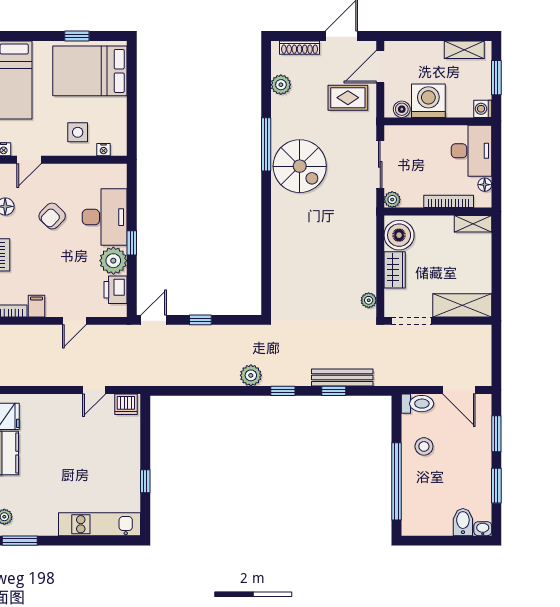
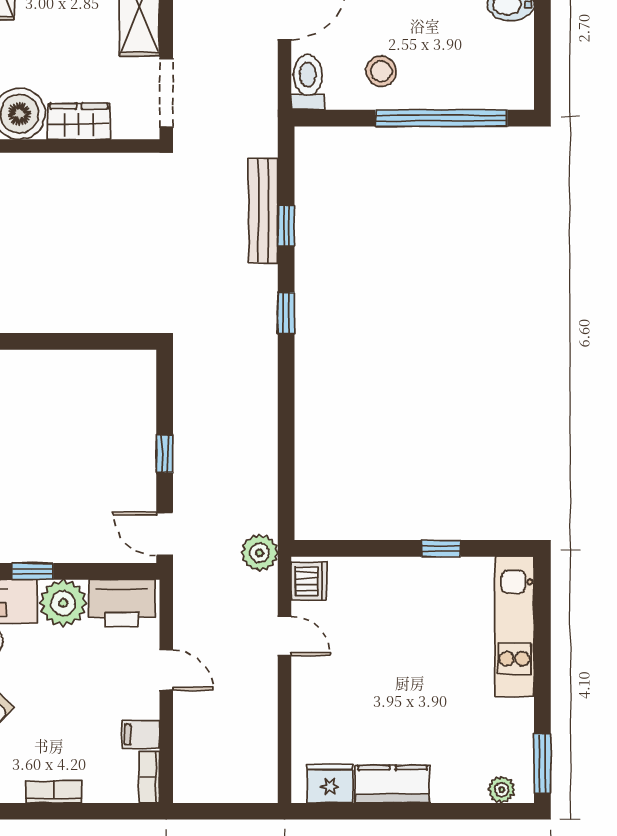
printer: (115, 290) -> (122, 603), width x1.37, depth x1.19
plant: (369, 300) -> (131, 166), removed
plant: (251, 375) -> (260, 553), moved

